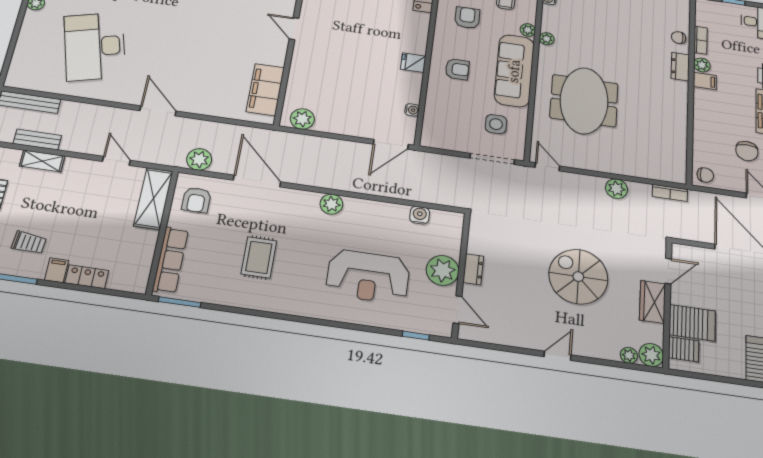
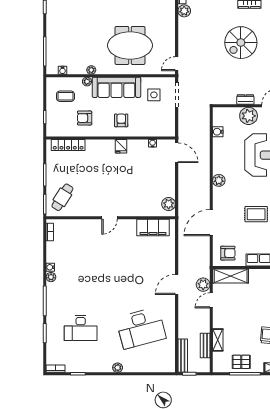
plant: (199, 159) -> (203, 285), moved
plant: (616, 189) -> (184, 11), moved

